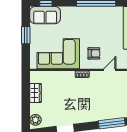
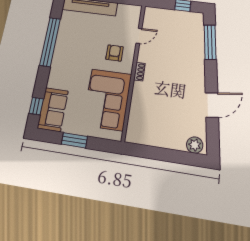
door: (110, 70) -> (139, 36), swing flipped
wardrobe: (36, 93) -> (156, 139), removed

